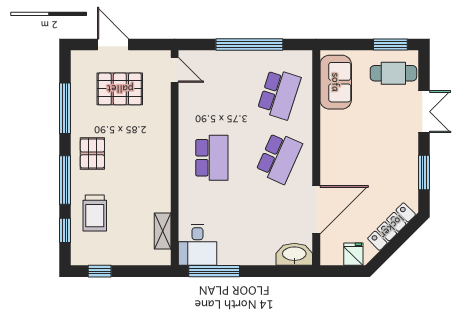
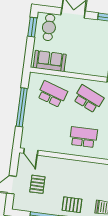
door: (175, 70) -> (31, 152), swing flipped
pallet: (120, 89) -> (37, 184), width x0.67, depth x0.71

